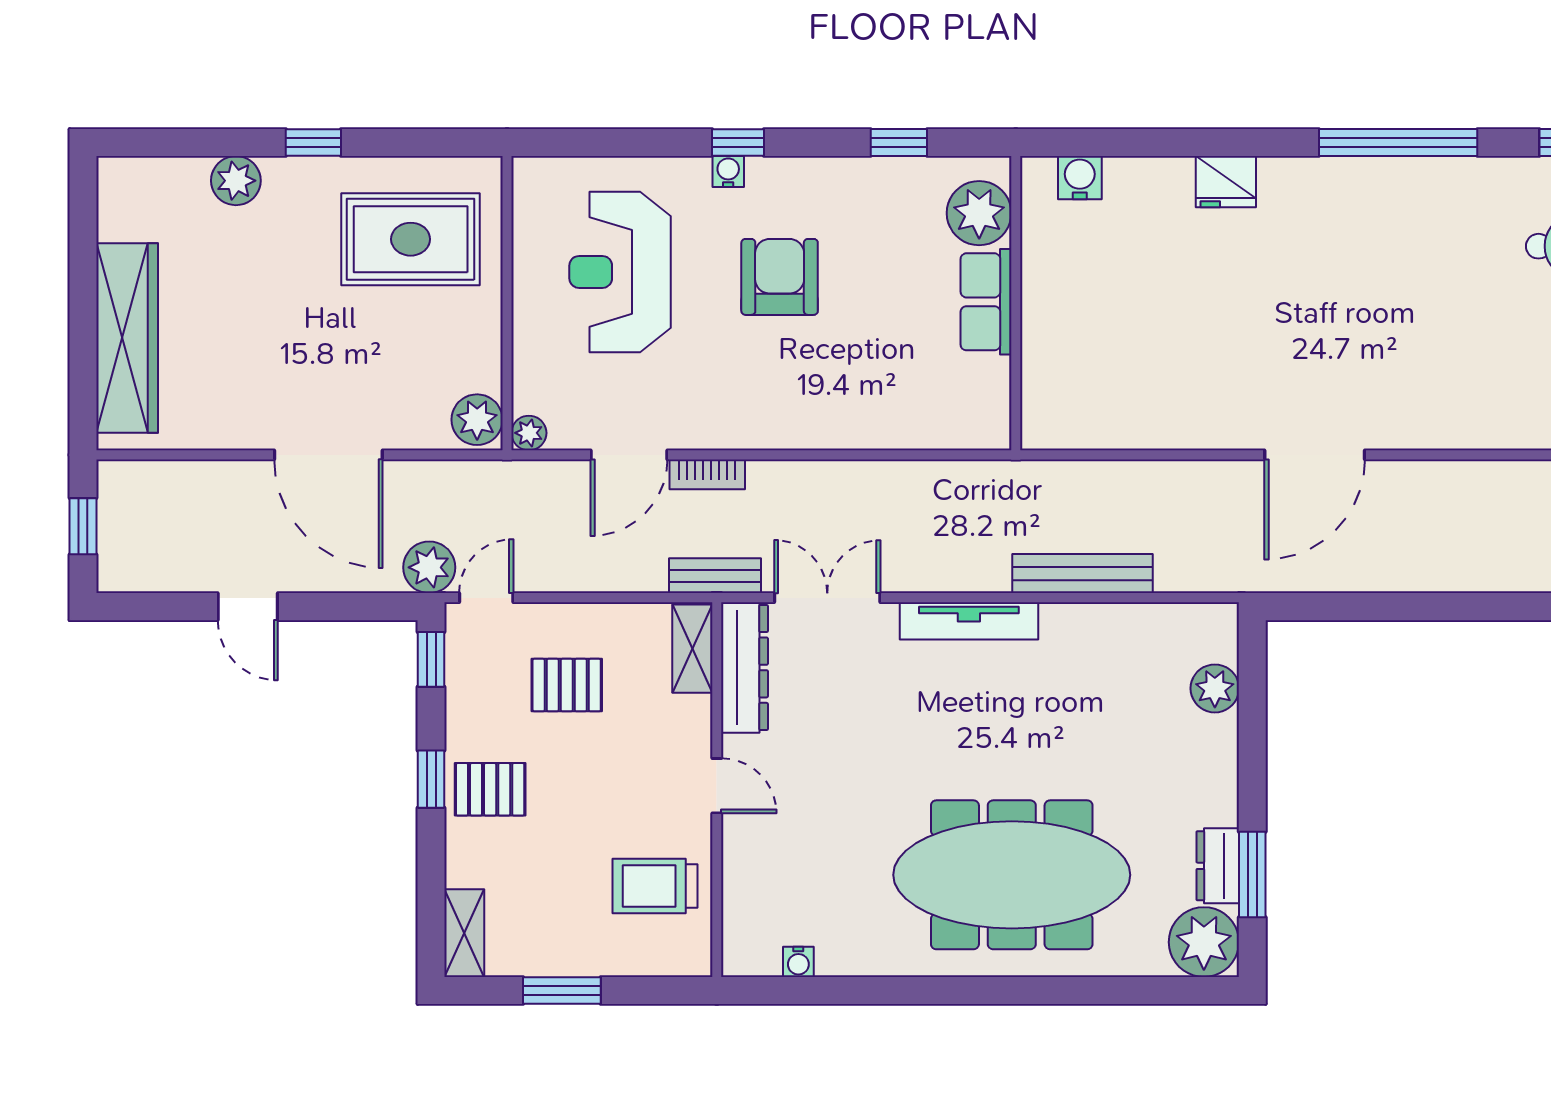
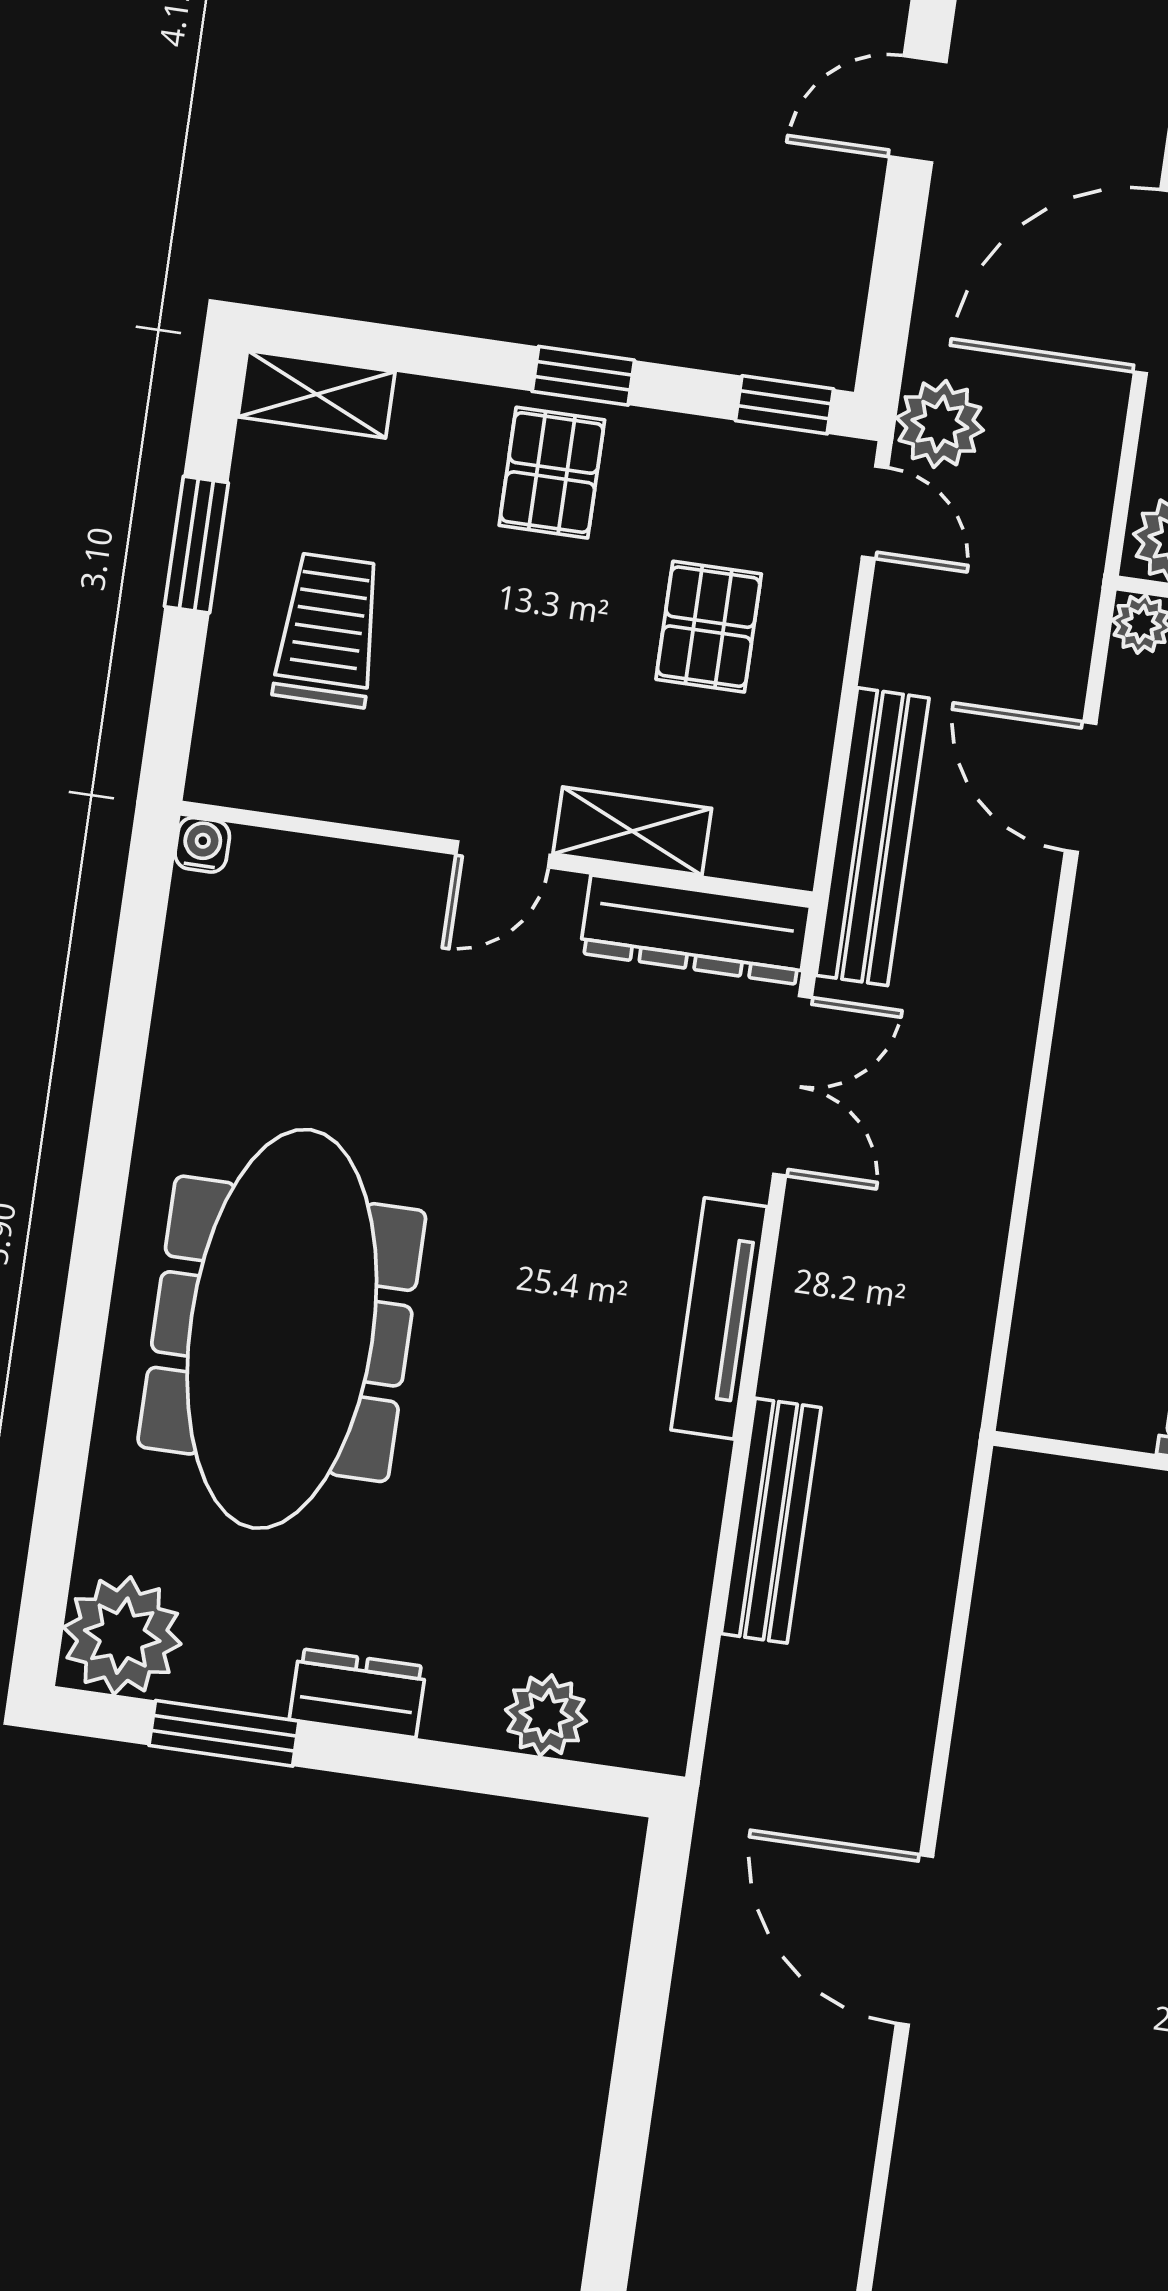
bookcase: (707, 474) -> (1029, 914), removed
bench: (715, 576) -> (873, 837), width x1.86, depth x1.21
shelving: (692, 649) -> (632, 831), moved
dresser: (1218, 866) -> (358, 1693), moved
trolley: (655, 886) -> (328, 630), moved
water cooler: (798, 962) -> (202, 845), moved, turned 90

